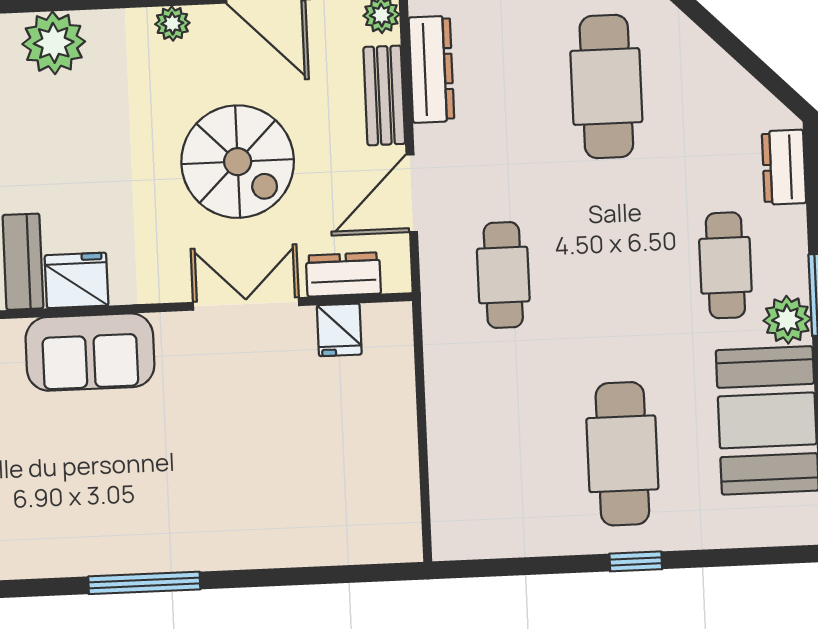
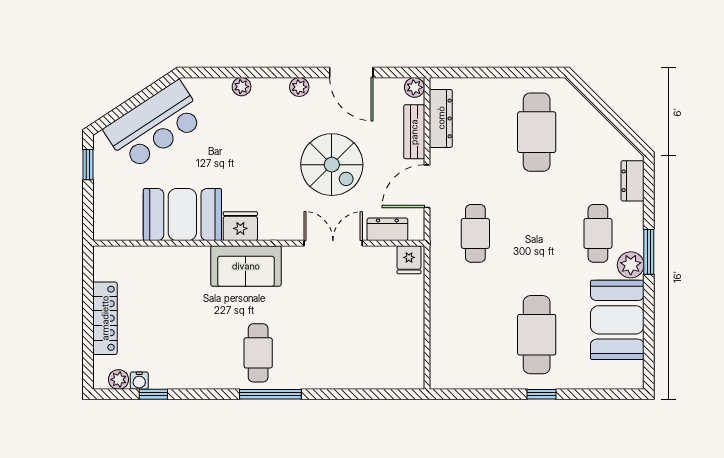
plant: (54, 43) -> (242, 87), width x0.53, depth x0.53
fridge: (339, 330) -> (409, 260), moved
cafe table: (119, 509) -> (258, 353), added

